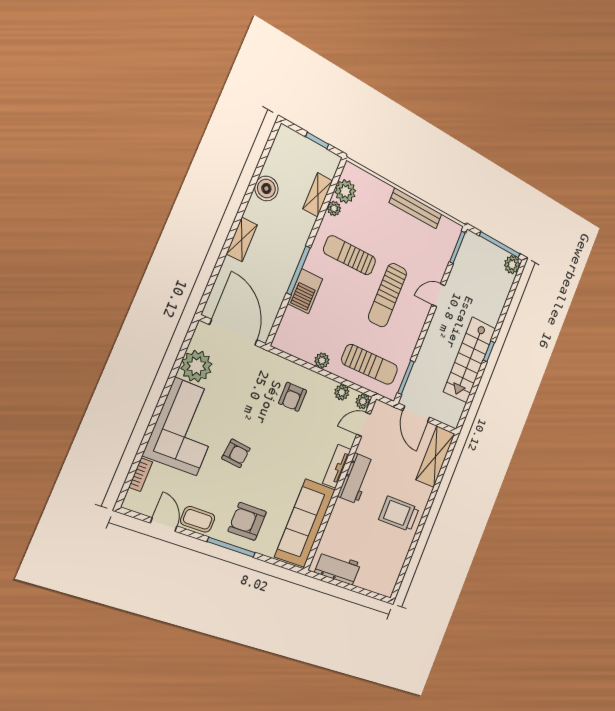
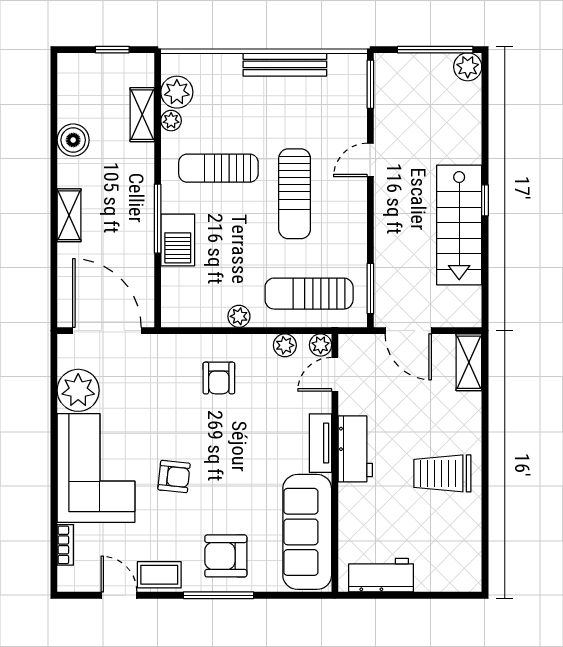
sun lounger: (370, 364) -> (309, 294), turned 180
shelving: (435, 457) -> (469, 362), width x0.67, depth x0.75

